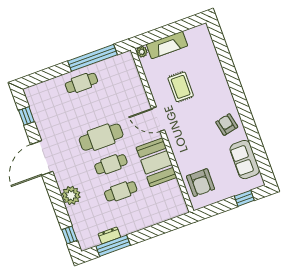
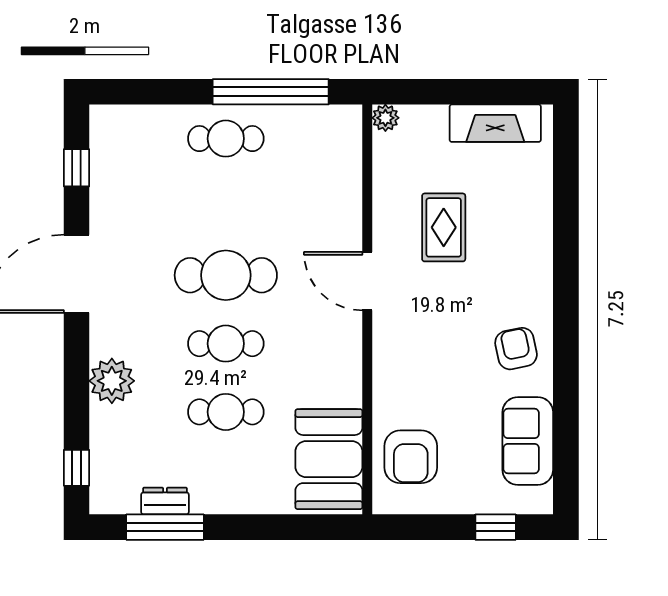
fireplace: (167, 45) -> (495, 123), moved
booth: (156, 162) -> (329, 459), moved

